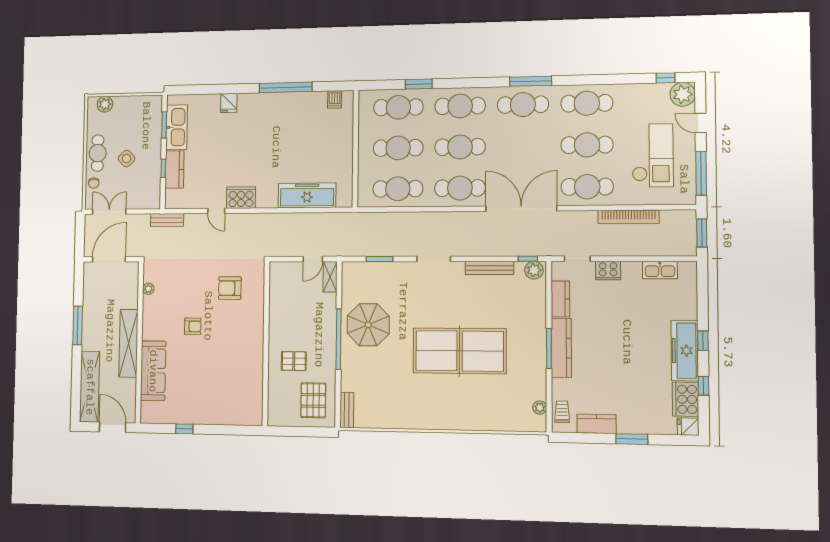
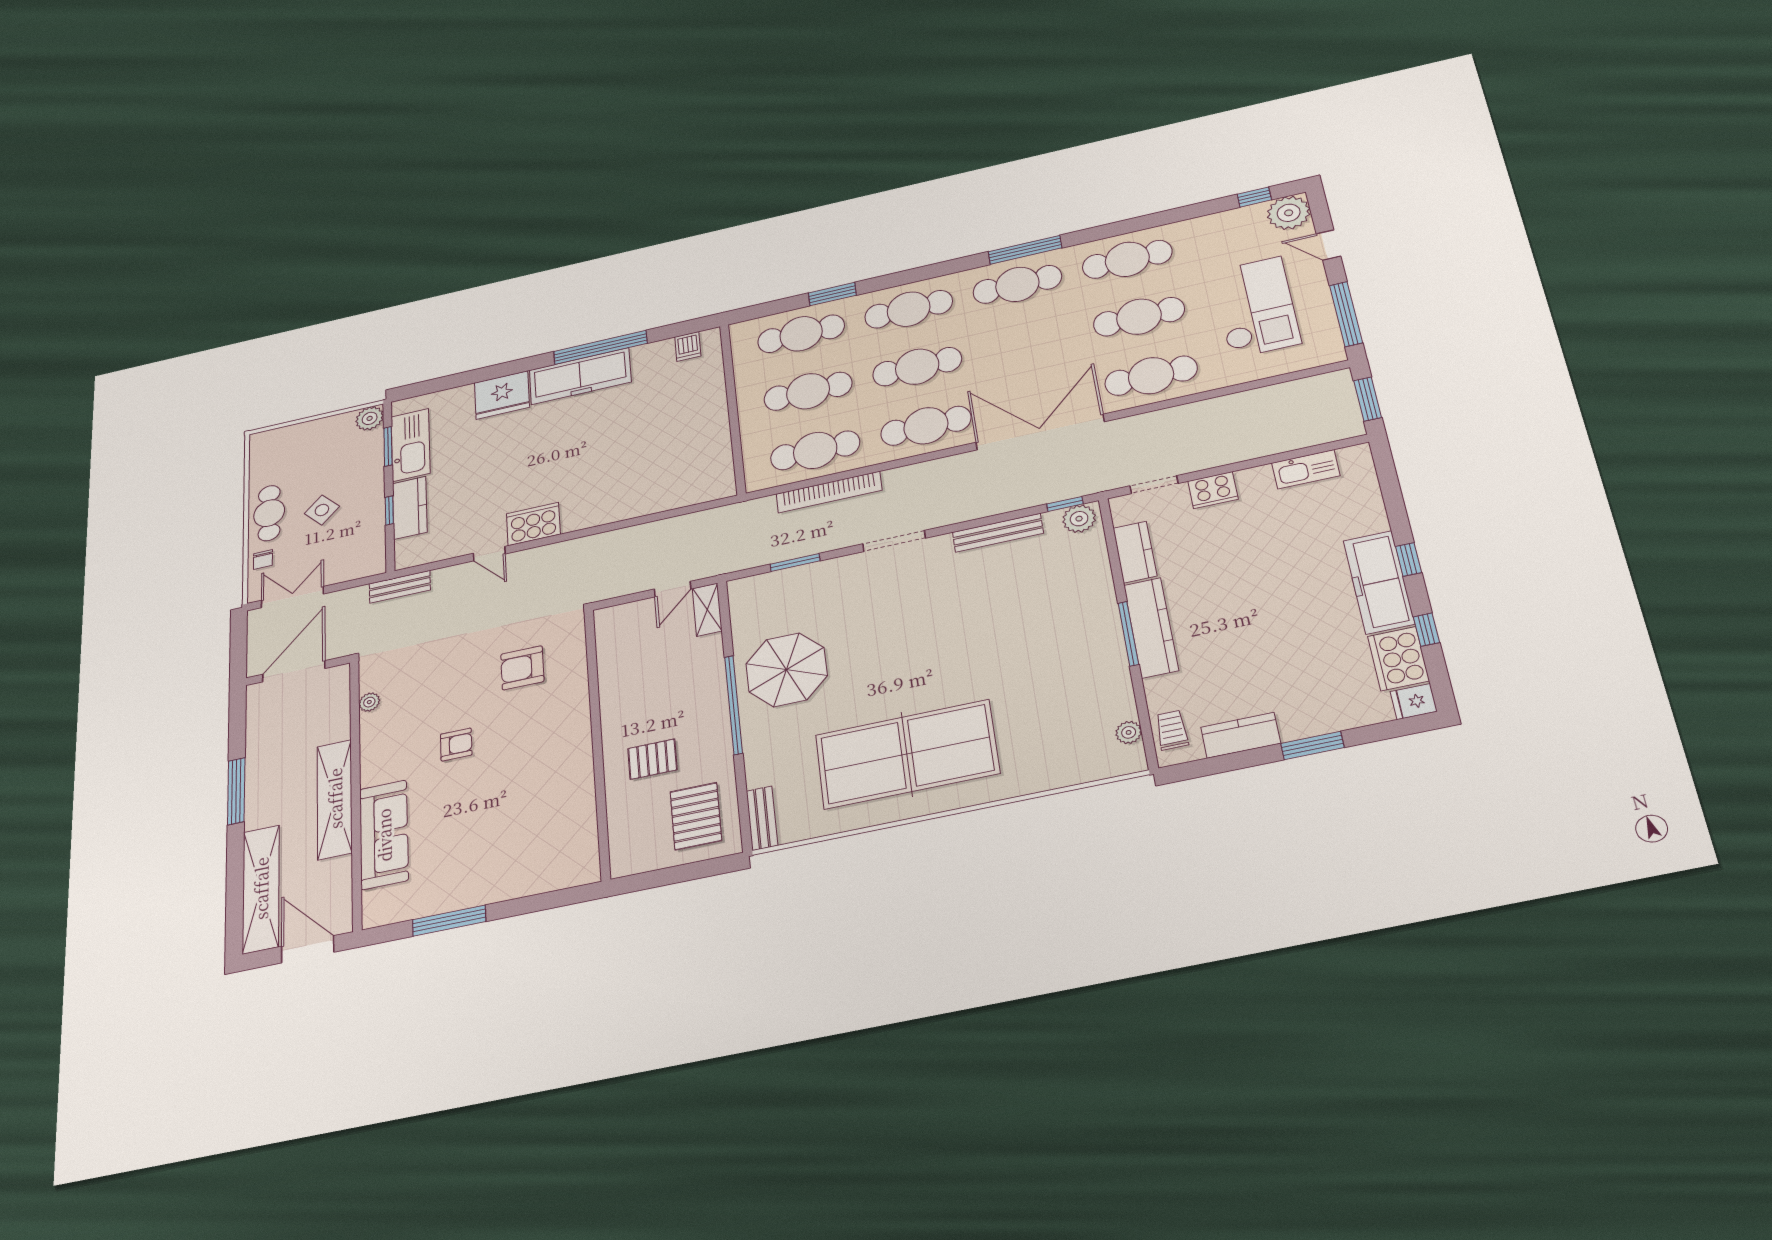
fridge: (229, 103) -> (502, 395), width x1.88, depth x1.34
plant: (105, 104) -> (370, 418), moved
freezer: (307, 195) -> (580, 376), moved, turned 180
bookcase: (628, 217) -> (829, 492), moved
table tennis table: (460, 351) -> (907, 754), moved
window: (184, 429) -> (449, 921), width x2.17

